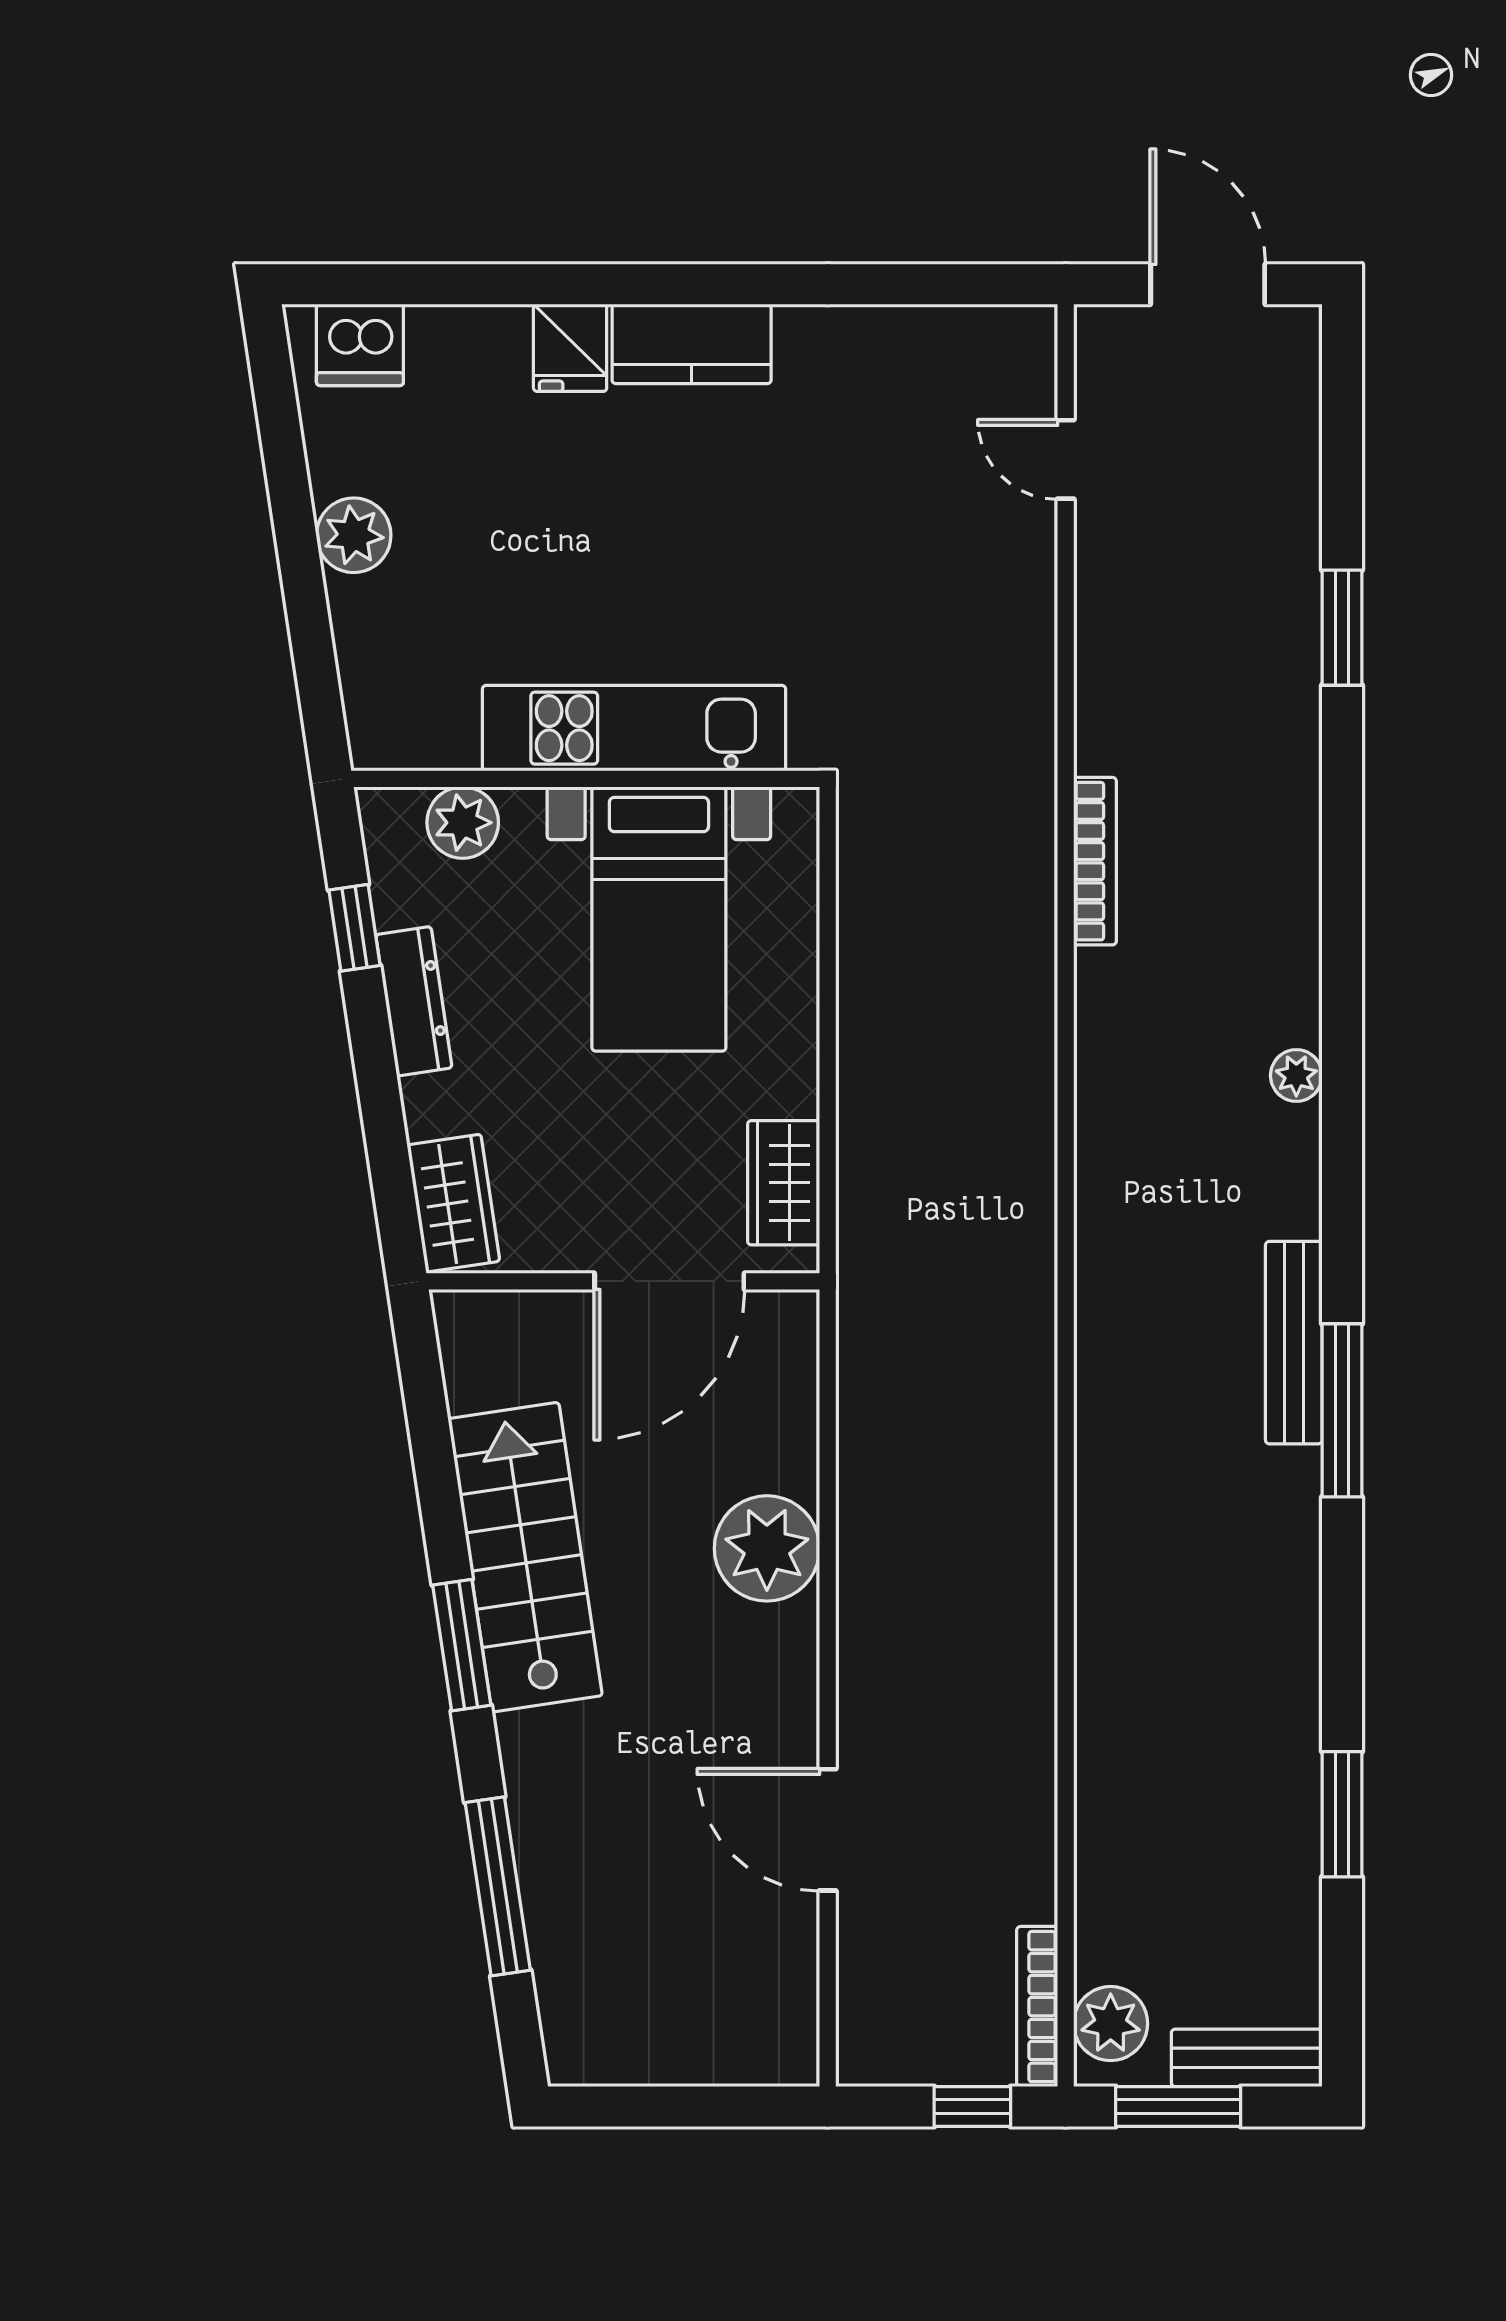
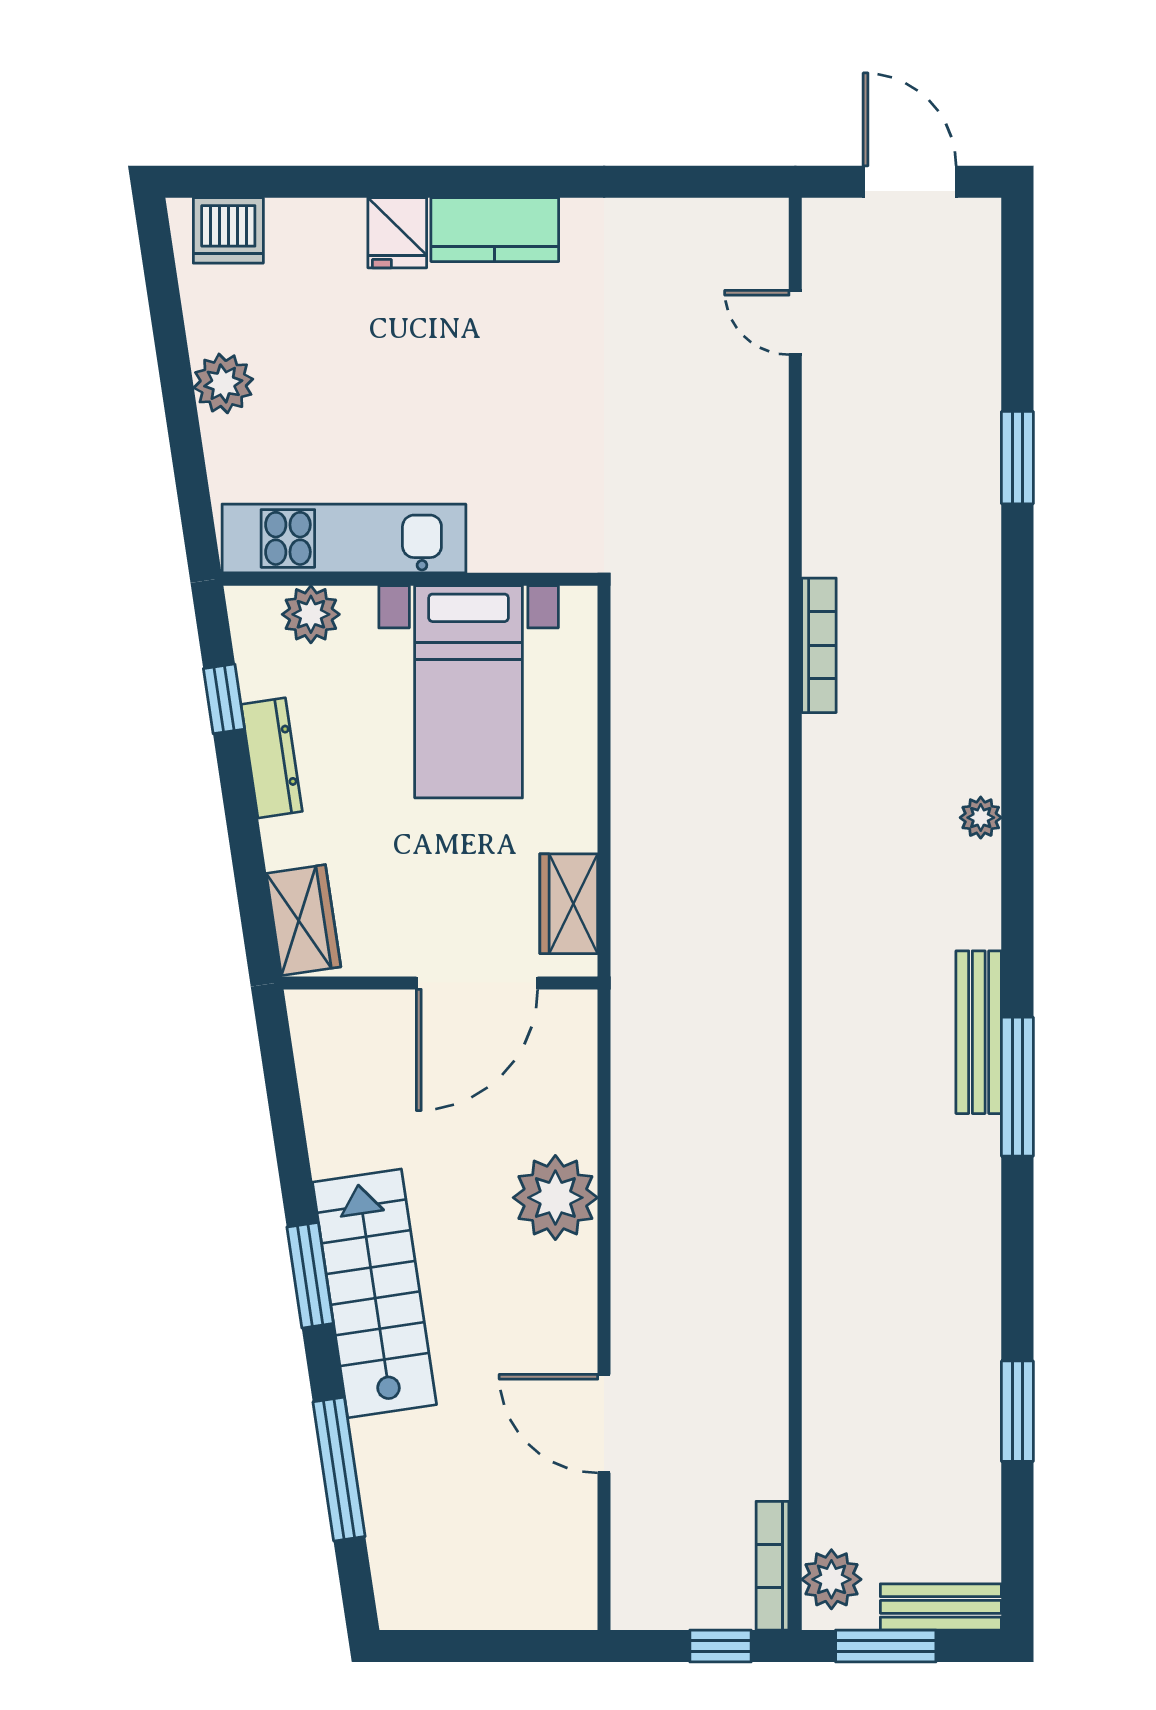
kitchen unit: (634, 728) -> (344, 538), moved
stairs: (525, 1557) -> (374, 1293), moved

